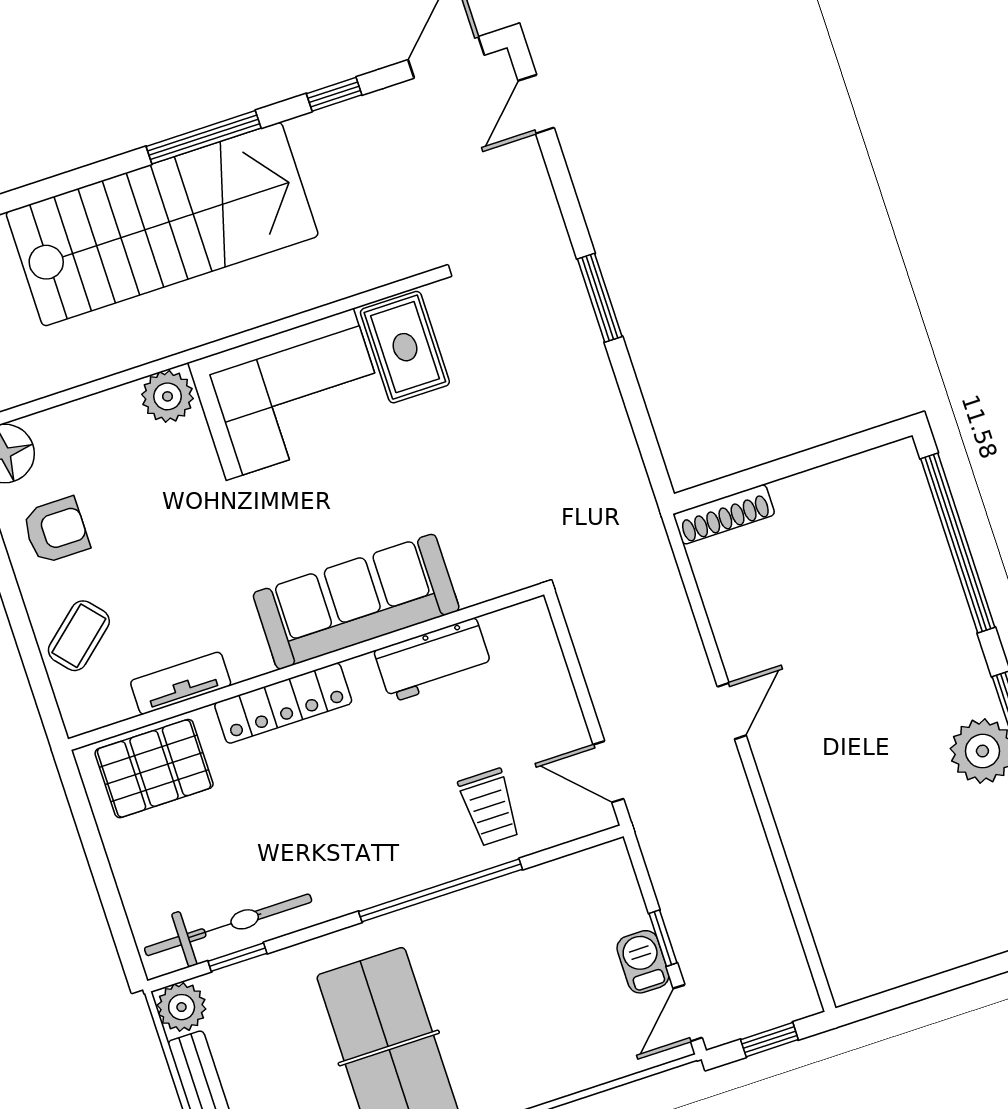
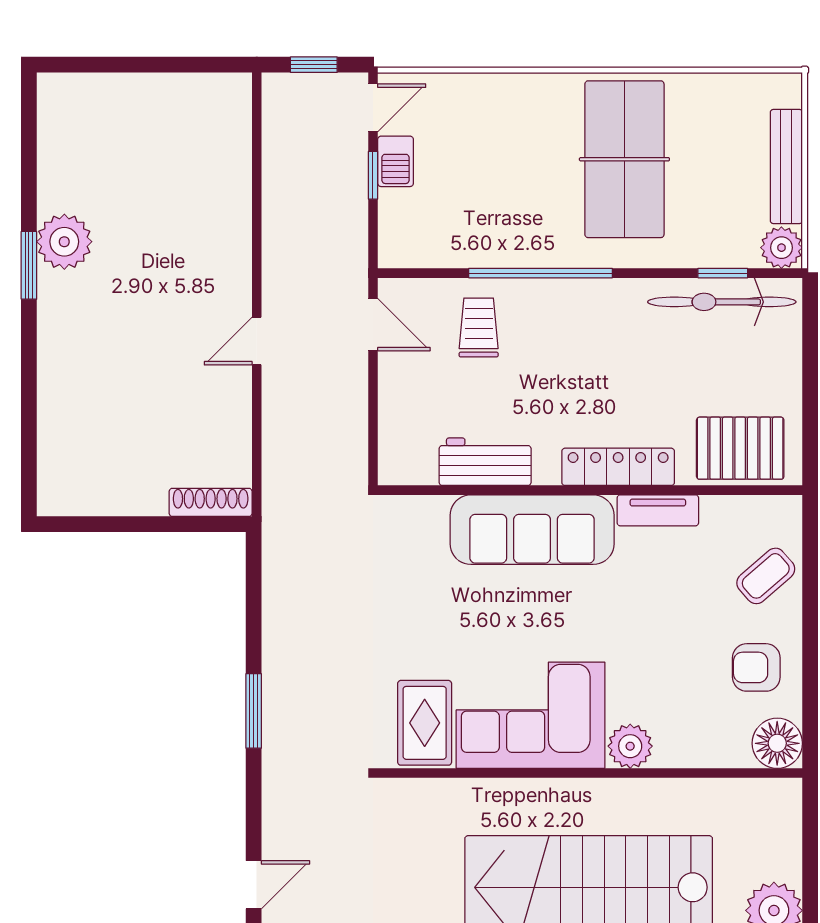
window: (958, 543) -> (29, 417), removed
tv unit: (181, 683) -> (658, 510), moved

